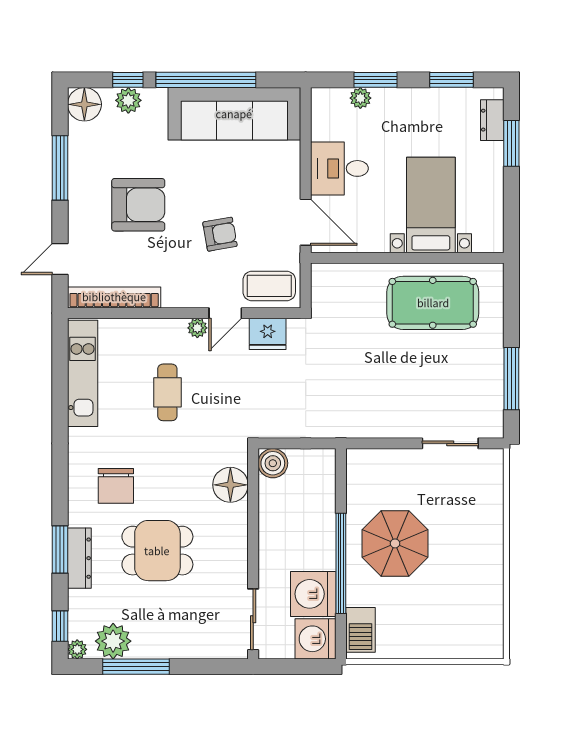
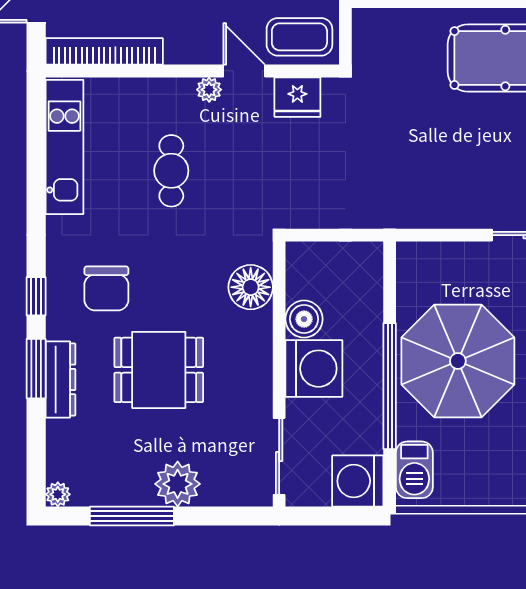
door: (225, 313) -> (244, 71), swing flipped
boiler: (273, 463) -> (304, 319), moved
parasol: (395, 543) -> (458, 361), width x1.36, depth x1.36
washing machine: (313, 594) -> (314, 369), moved, turned 180
window: (60, 626) -> (36, 296), moved
plant: (113, 641) -> (178, 484), moved

